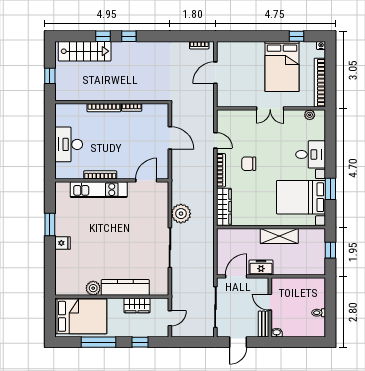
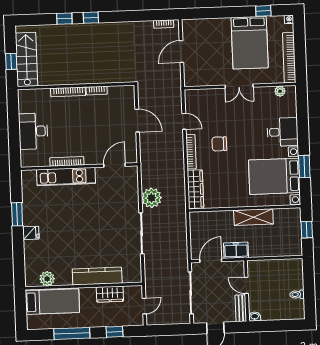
stairs: (85, 51) -> (27, 59), moved, turned -90
plant: (93, 288) -> (47, 279), moved
bed: (81, 316) -> (52, 302), width x0.67

